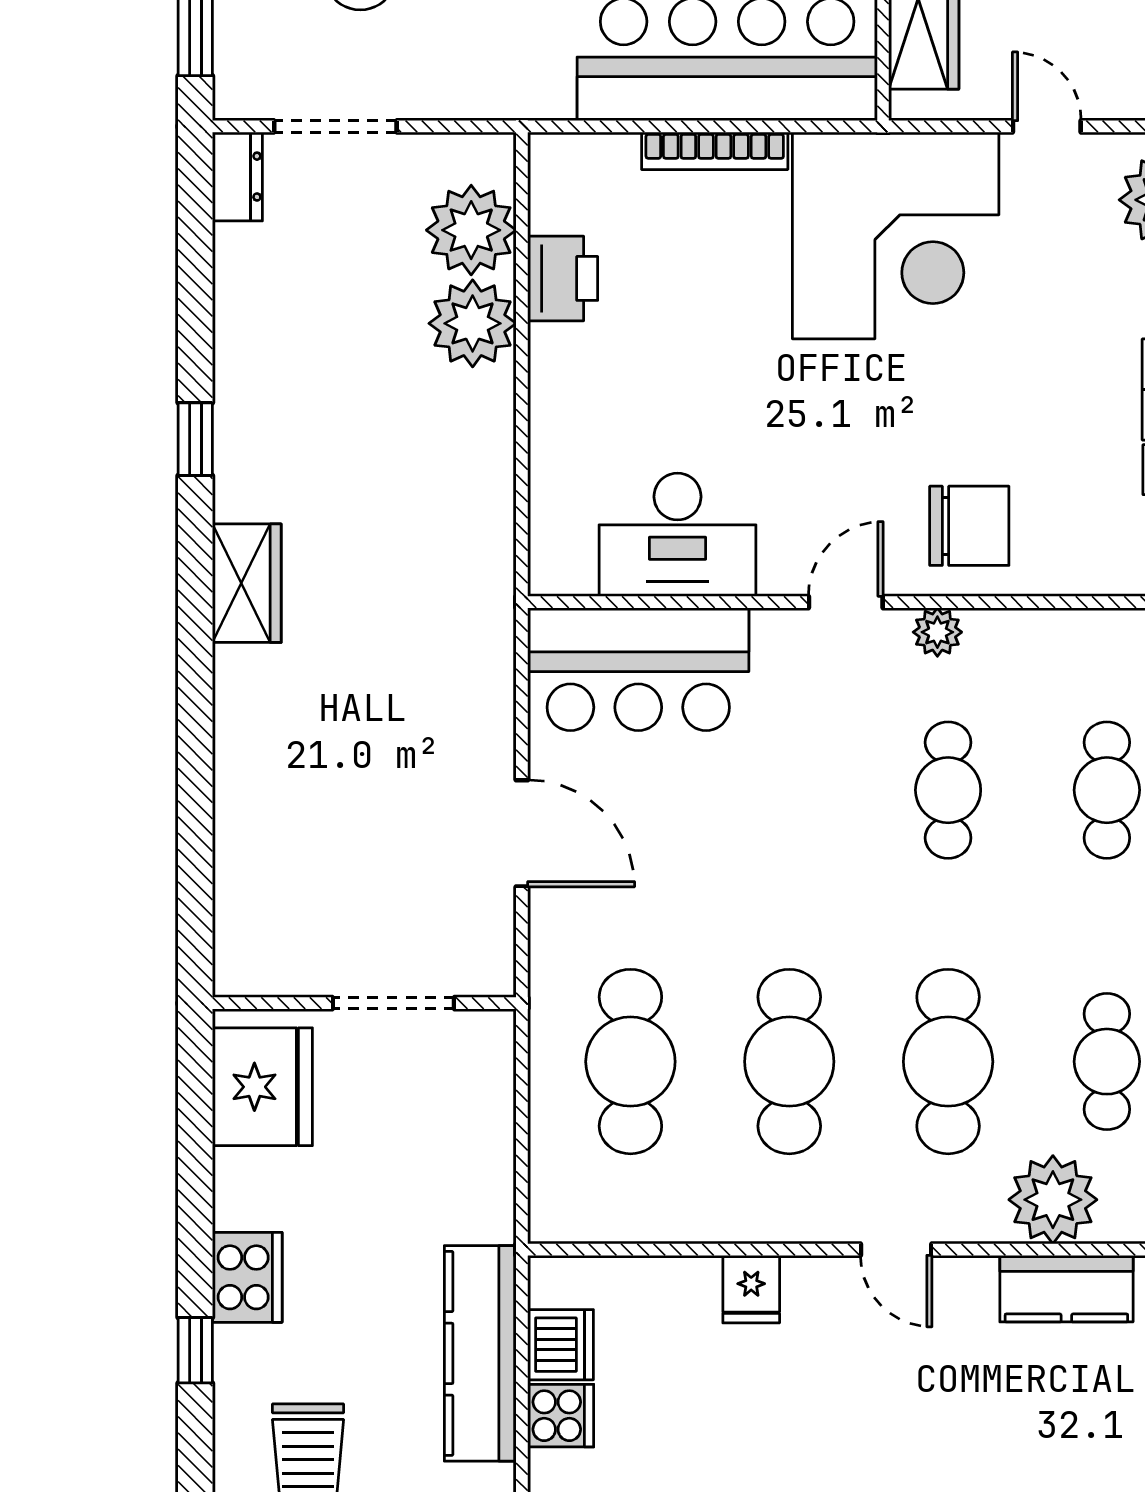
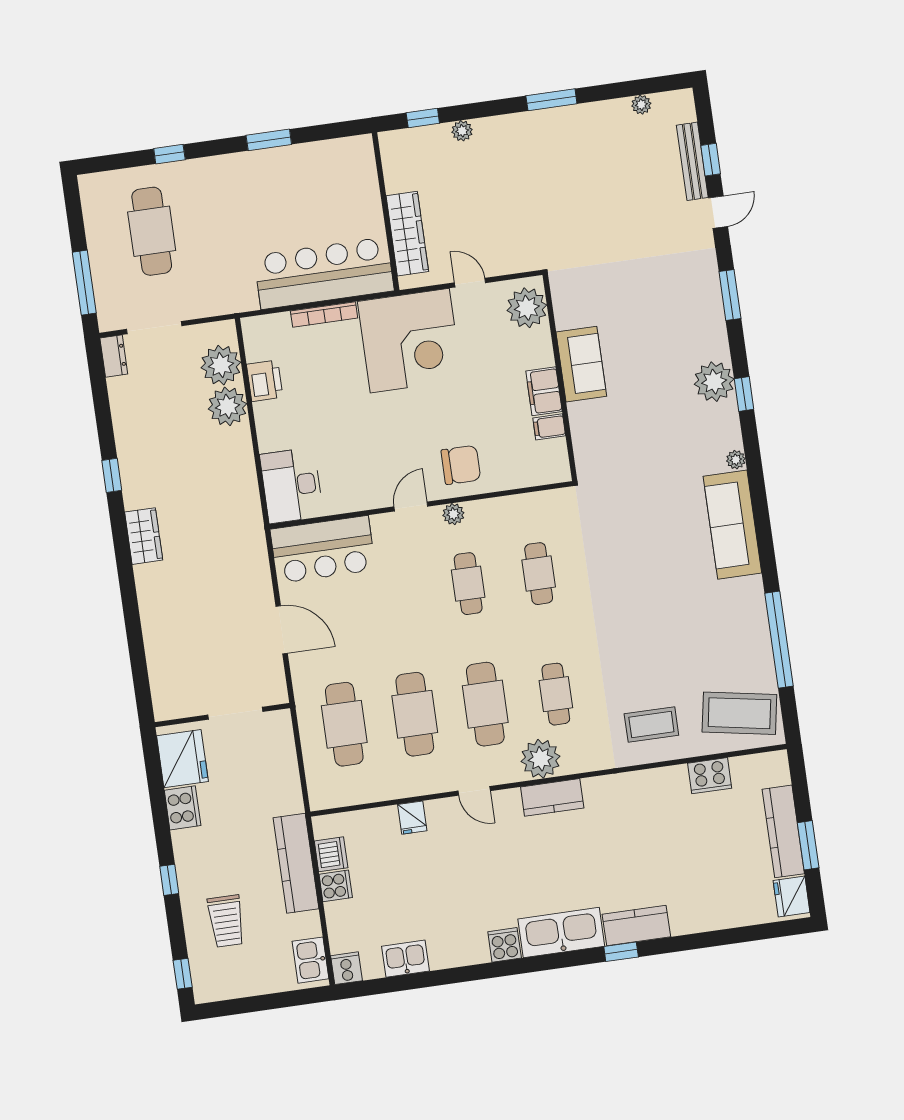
desk: (677, 535) -> (292, 485), moved, turned 90
cooker: (247, 1277) -> (183, 808), moved

